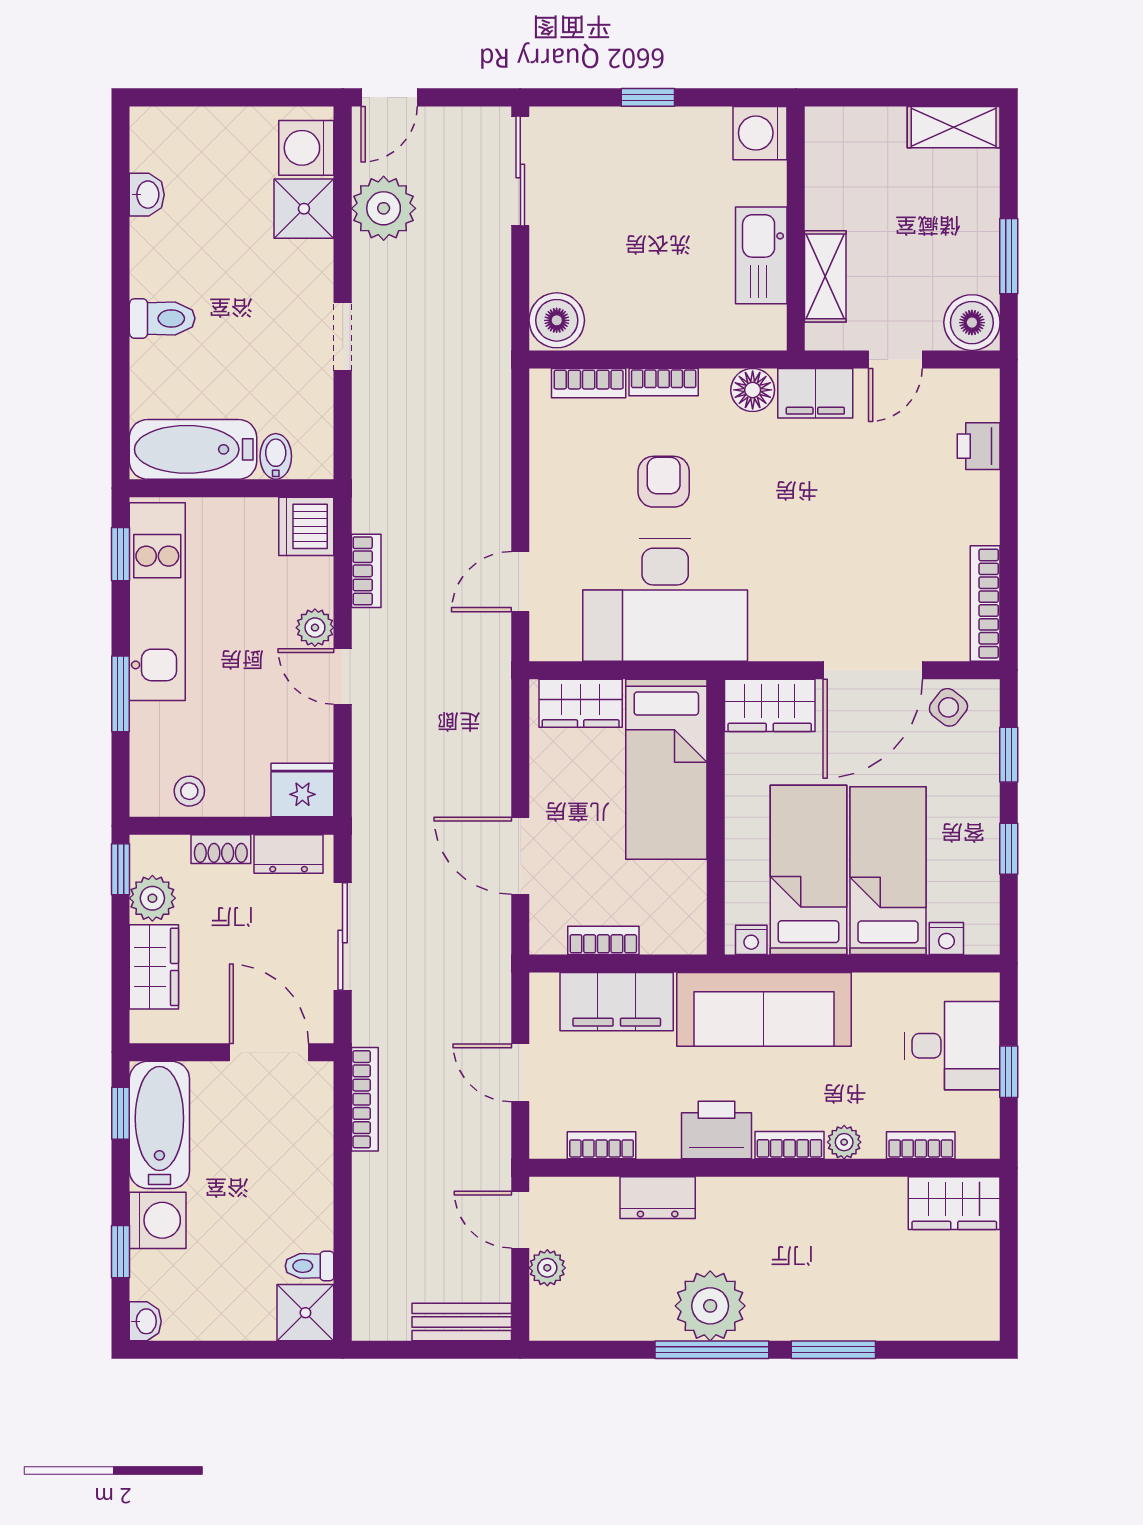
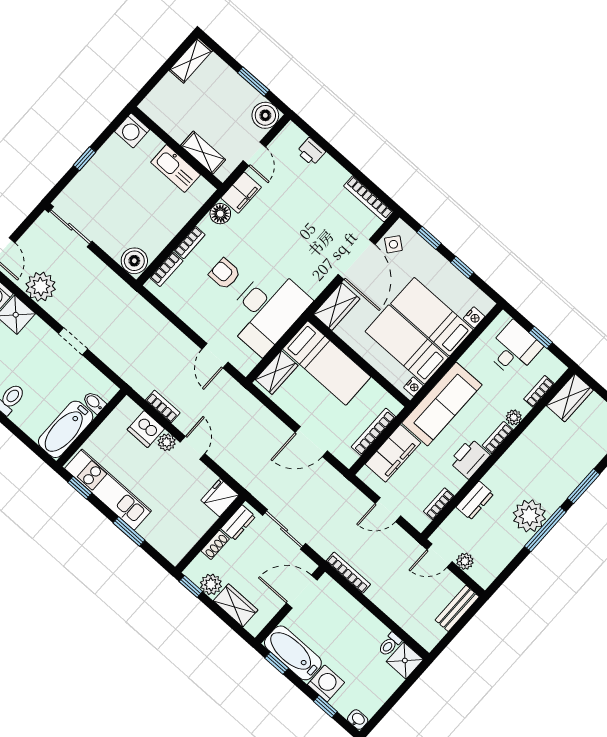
dishwasher: (306, 526) -> (146, 429), moved
door: (343, 676) -> (193, 448), swing flipped
stool: (189, 791) -> (185, 538), removed
bookcase: (603, 940) -> (373, 432), width x1.56

